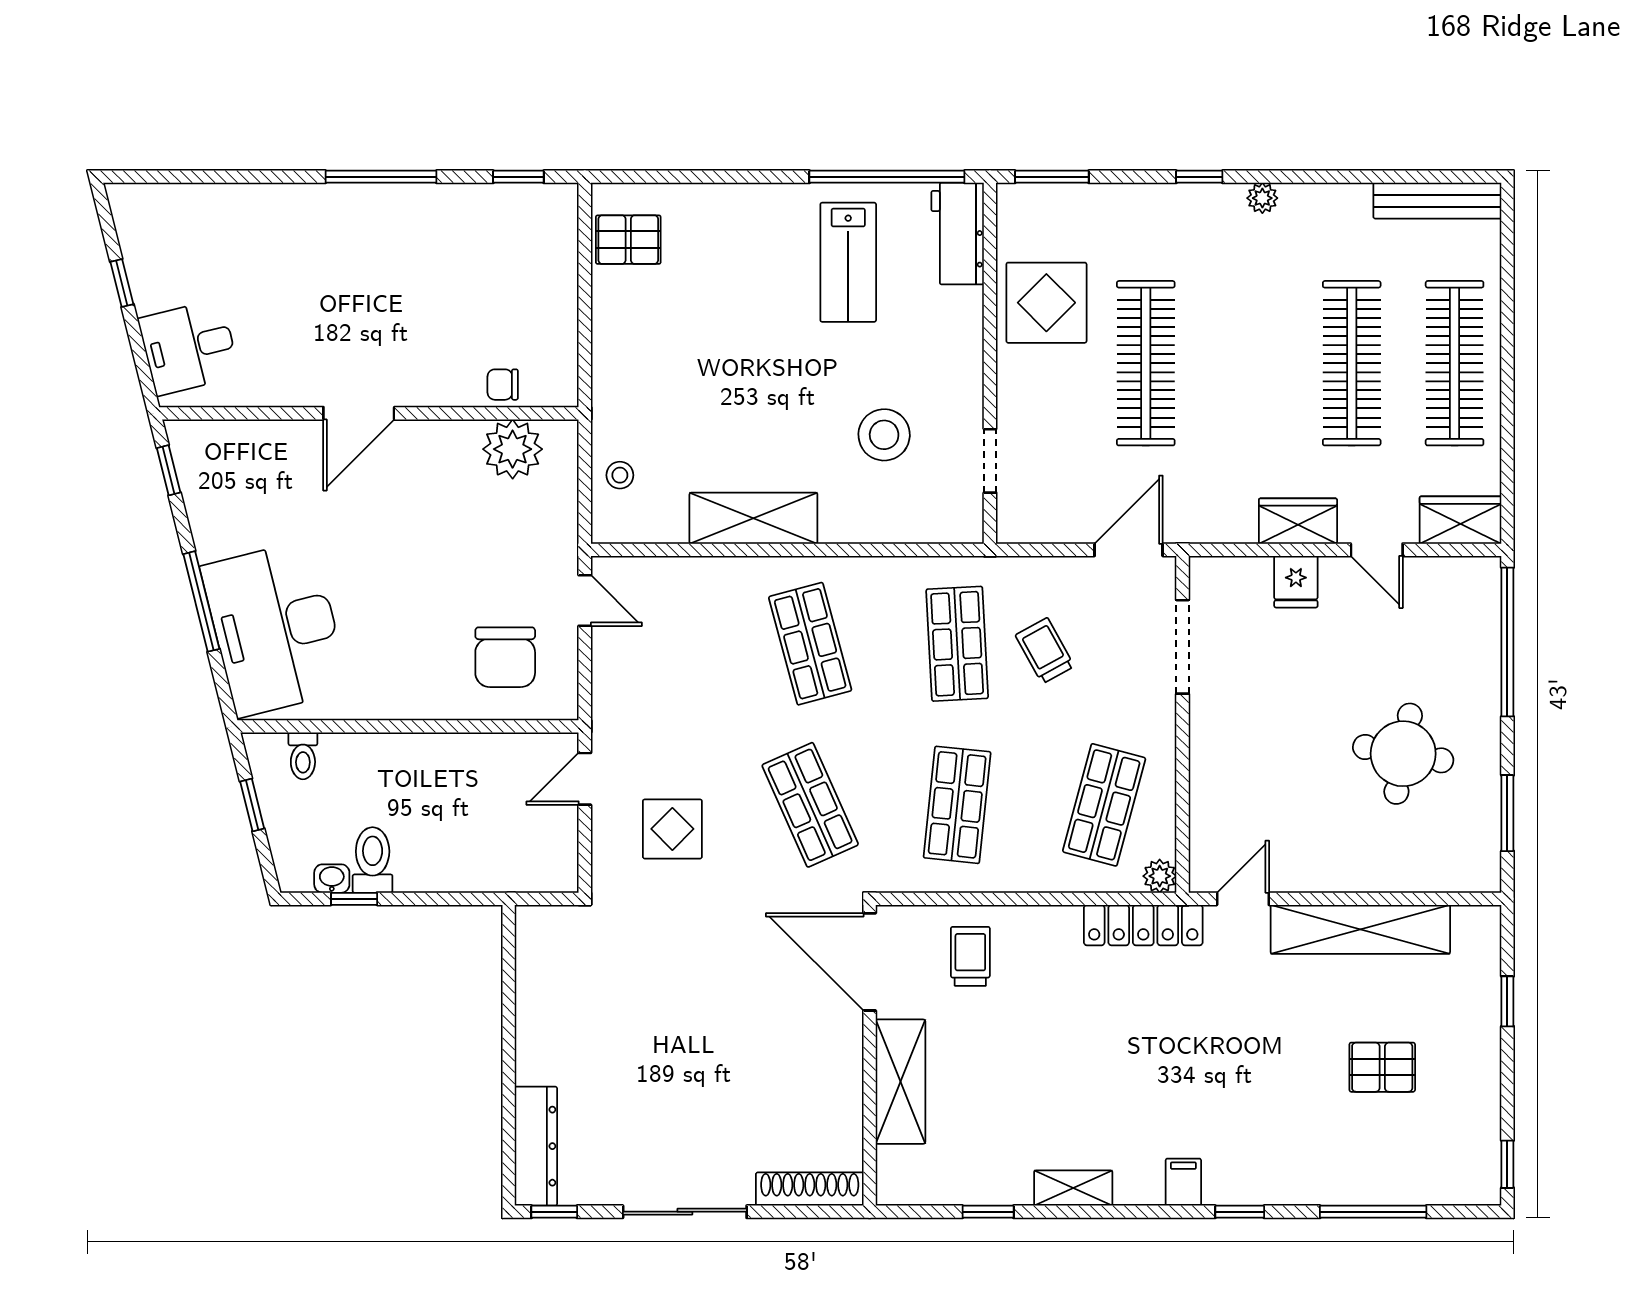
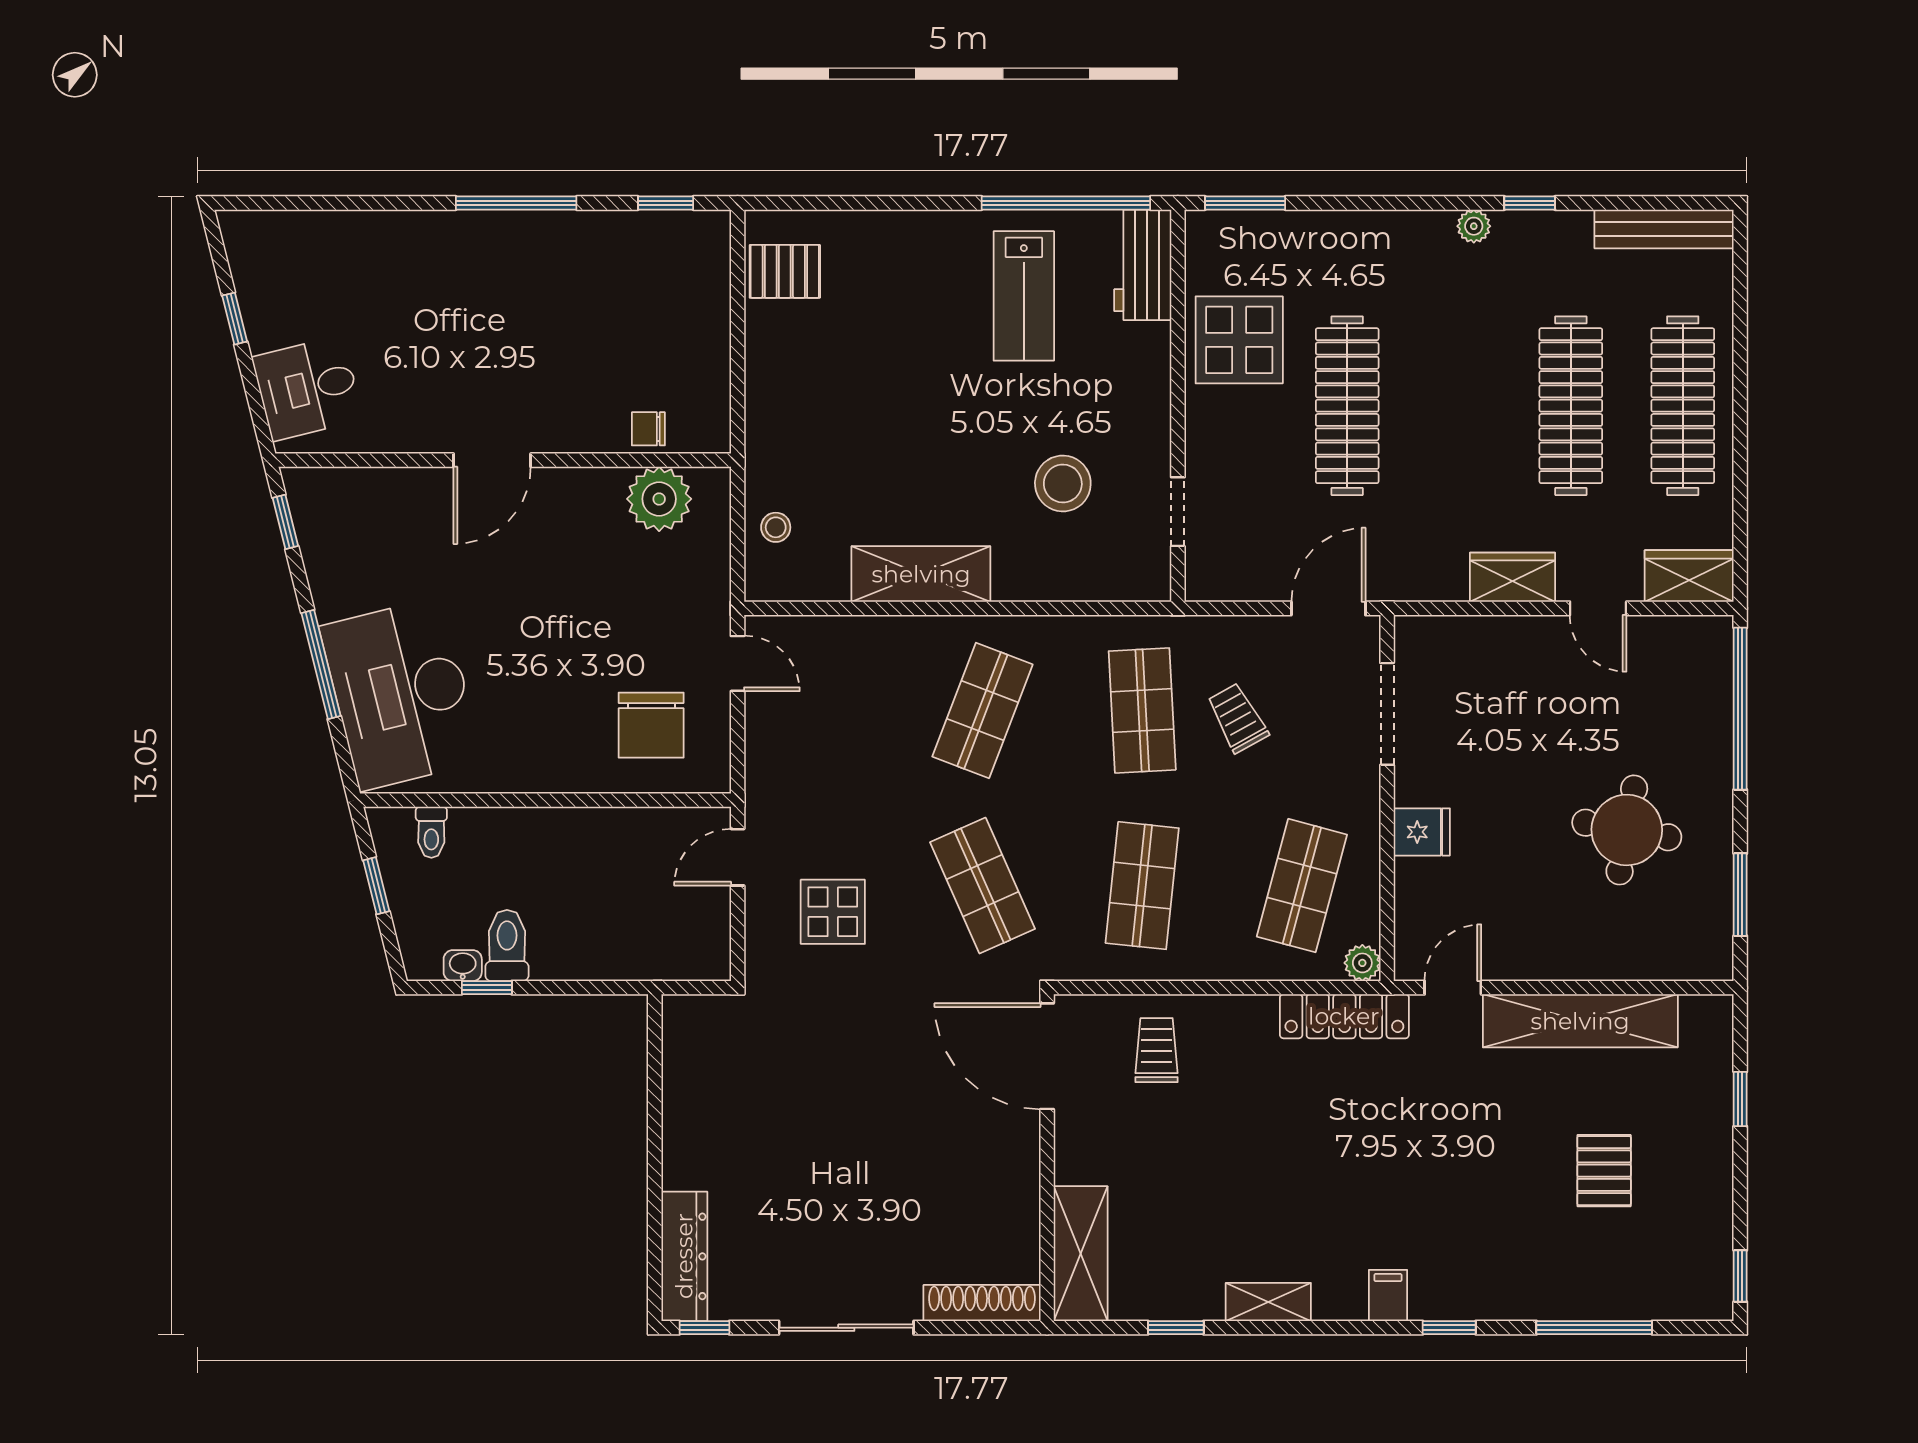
window: (1199, 177) -> (1530, 203), moved
fridge: (1296, 582) -> (1422, 832), moved, turned -90
shop shelf: (810, 644) -> (982, 710), turned 36
pallet: (1382, 1067) -> (1604, 1171), turned 90
shelving: (900, 1082) -> (1081, 1254), moved

